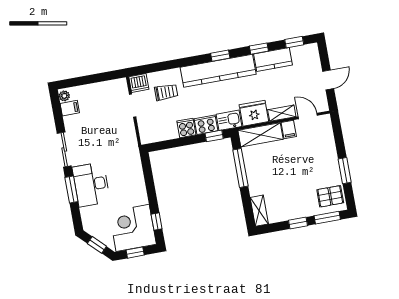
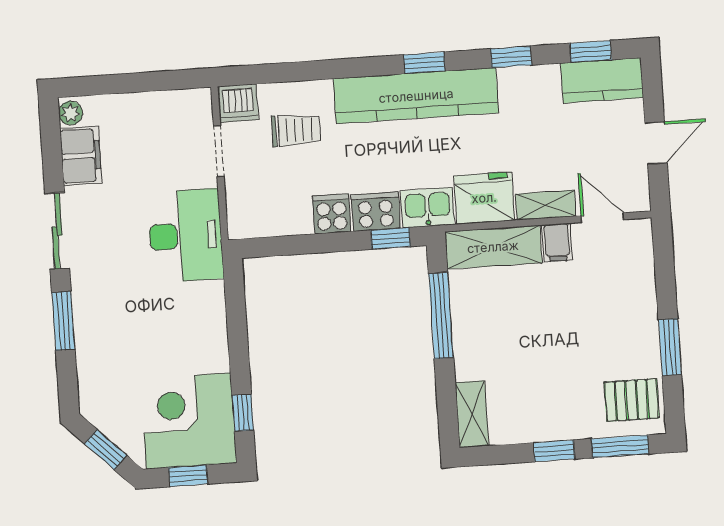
kitchen counter: (273, 60) -> (602, 80), moved
filing cabinet: (70, 108) -> (81, 156), width x2.00
desk: (91, 184) -> (186, 236), moved, turned 180

